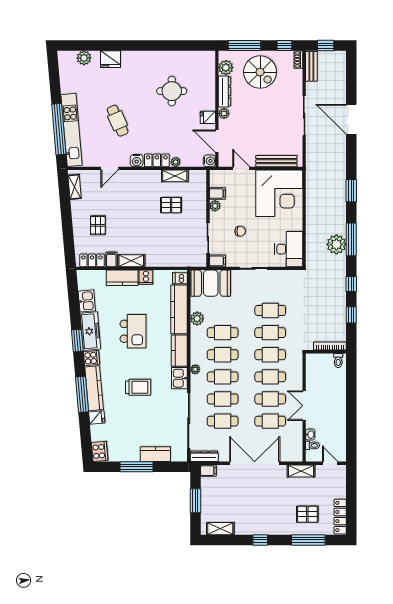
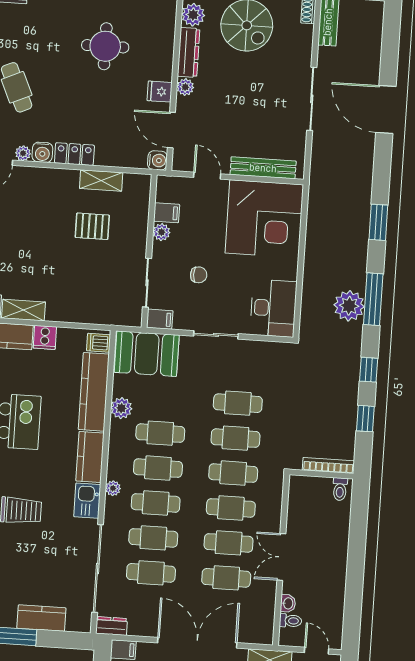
plant: (176, 162) -> (23, 153), moved
dresser: (204, 456) -> (112, 626), width x0.70

